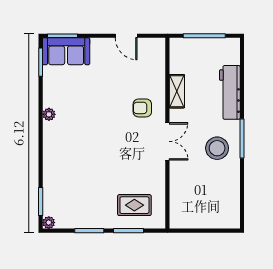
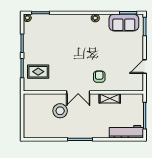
sofa: (66, 51) -> (124, 23), moved, turned -90
workbench: (230, 92) -> (126, 132), moved
stool: (217, 148) -> (60, 111), moved
rug: (134, 205) -> (38, 72), turned 90

